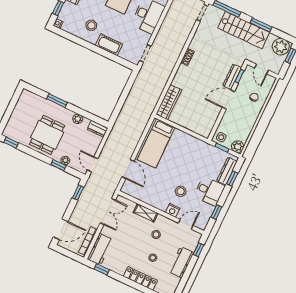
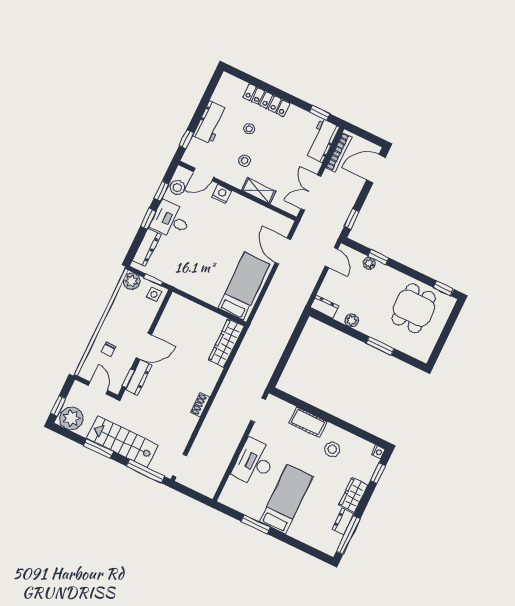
dining table: (47, 135) -> (414, 308), moved
window: (232, 178) -> (148, 219), moved
stool: (181, 191) -> (177, 187), moved

